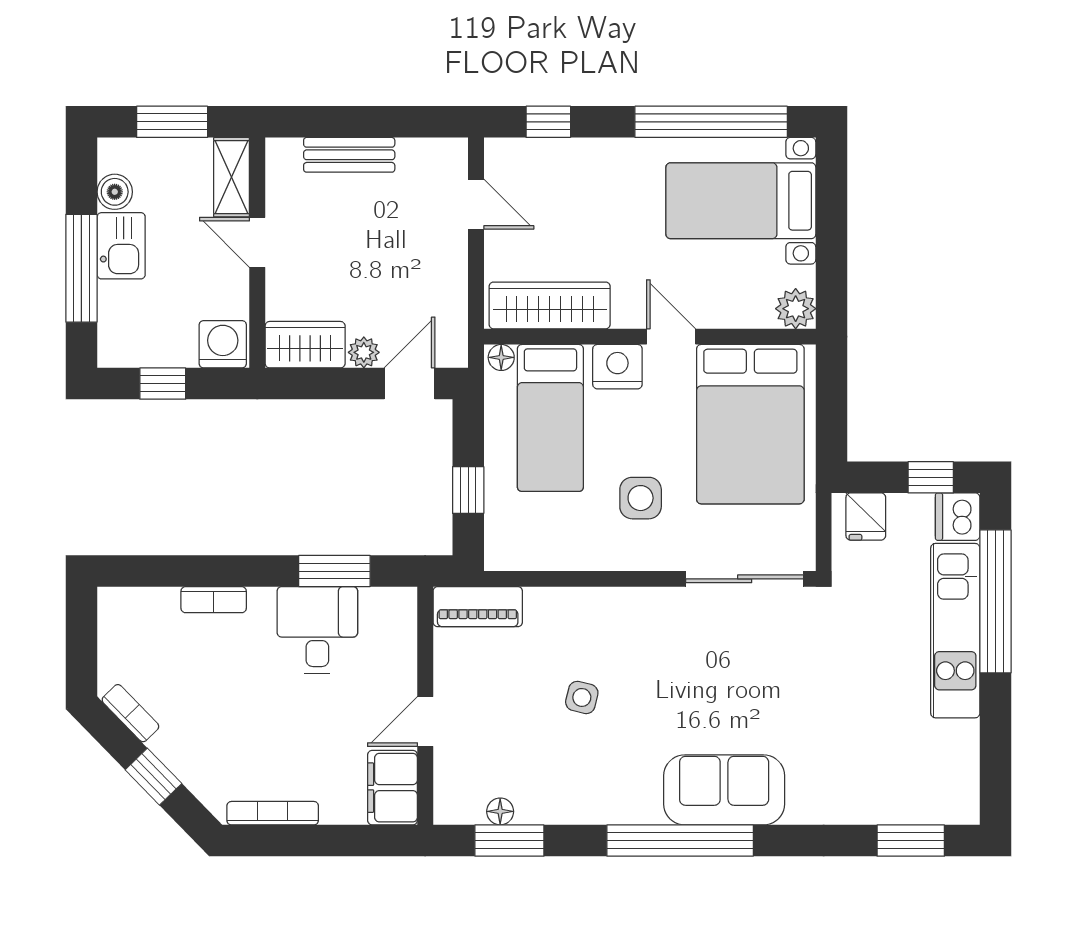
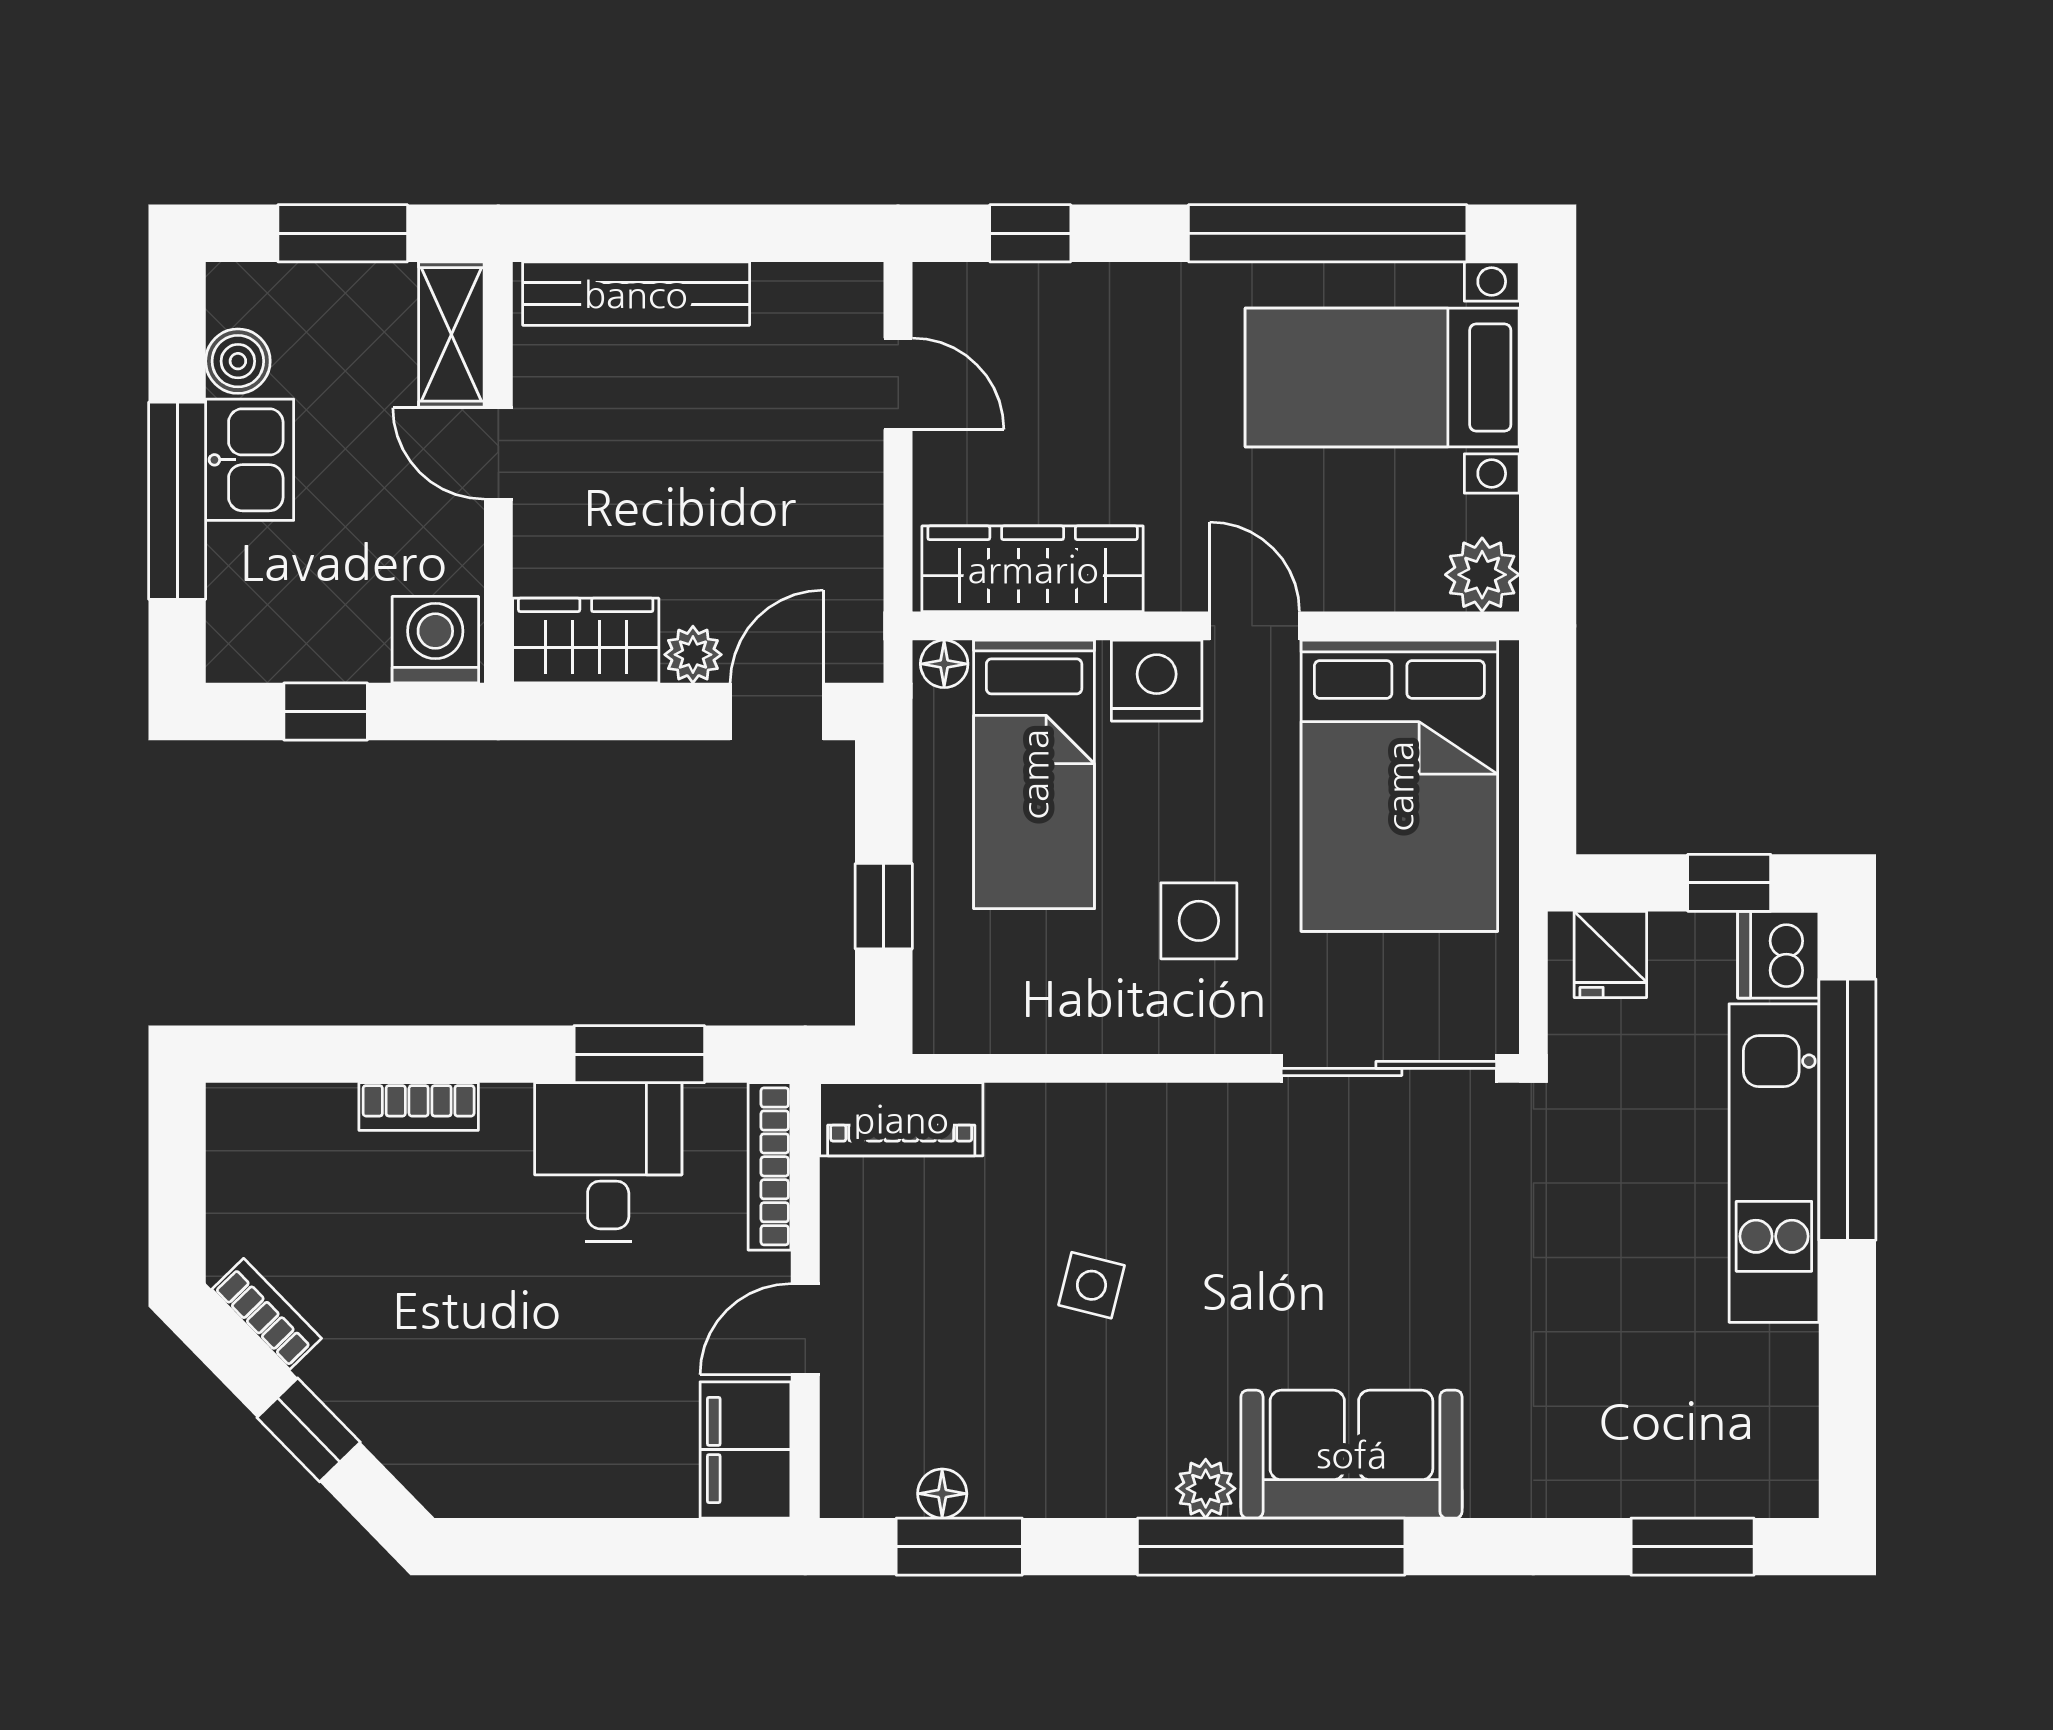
bench: (349, 155) -> (636, 294), width x1.36
plant: (644, 809) -> (1206, 1489), added
bookcase: (273, 813) -> (770, 1166), moved, turned -90

